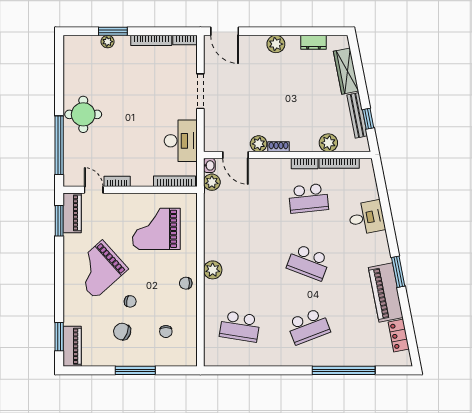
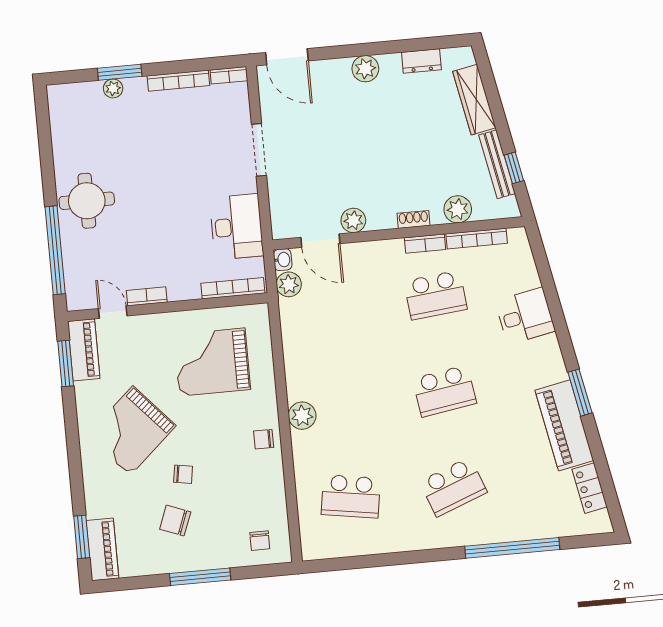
shoe rack: (279, 147) -> (413, 219), moved
school desk: (308, 262) -> (444, 391), turned -30
chair: (166, 331) -> (260, 541), moved

